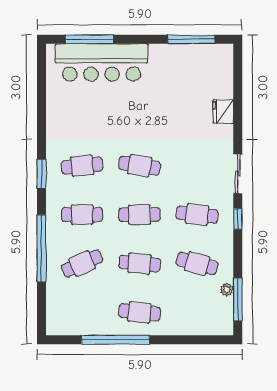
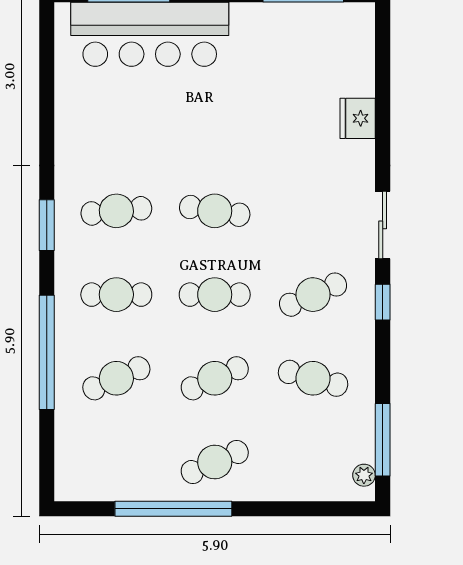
cafe table: (197, 215) -> (313, 295), turned -30
cafe table: (140, 263) -> (215, 378), turned -30
plant: (227, 290) -> (364, 475), moved
cafe table: (140, 312) -> (215, 462), turned -30

